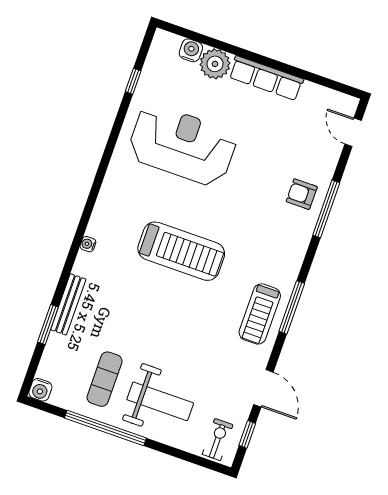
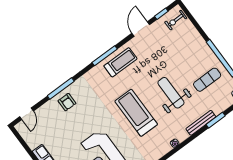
weight bench: (160, 401) -> (171, 93), moved

